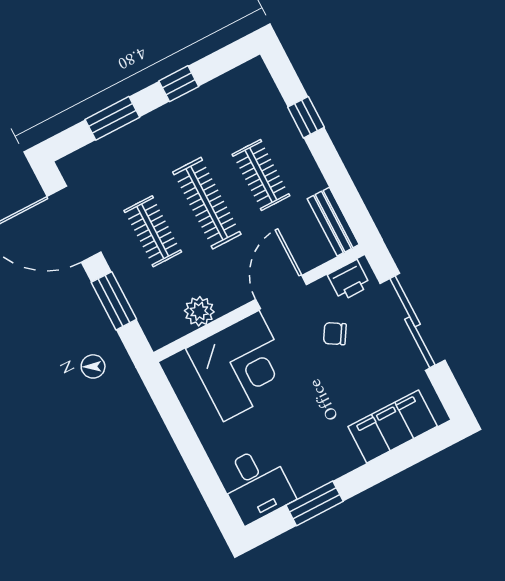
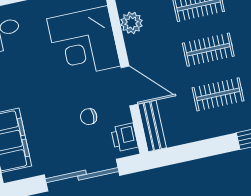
clothes rail: (207, 203) -> (208, 50), width x0.73
bench: (333, 222) -> (152, 126), moved, turned 90
chair: (335, 334) -> (89, 117), turned -121

